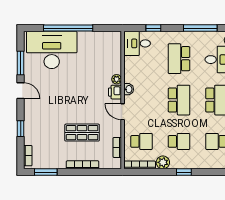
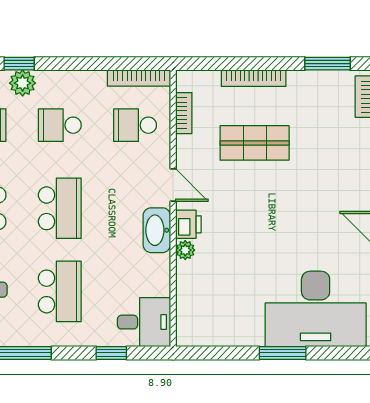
window: (68, 28) -> (283, 353), width x0.47
washbasin: (129, 89) -> (157, 230), width x1.91, depth x1.45
school desk: (179, 100) -> (60, 208), turned 180
plant: (163, 162) -> (23, 83), moved
window: (184, 172) -> (19, 64), moved

